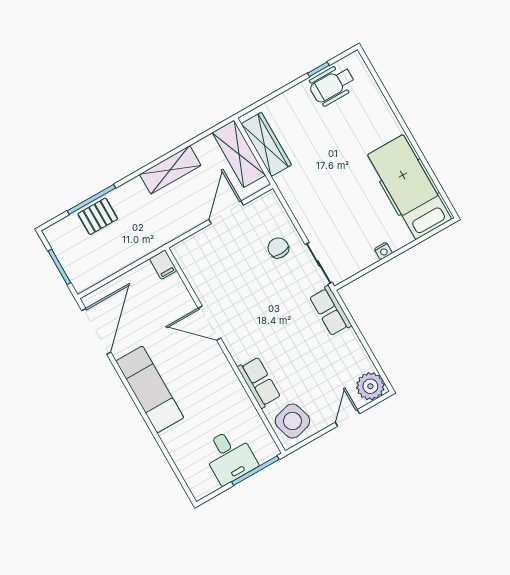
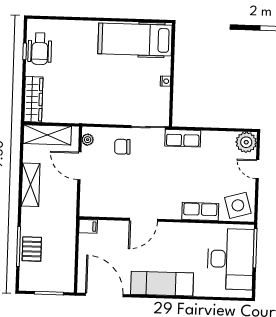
wardrobe: (266, 144) -> (33, 99), moved, turned 90
plant: (262, 203) -> (88, 140), added
desk: (229, 456) -> (230, 259), width x1.87, depth x1.30

